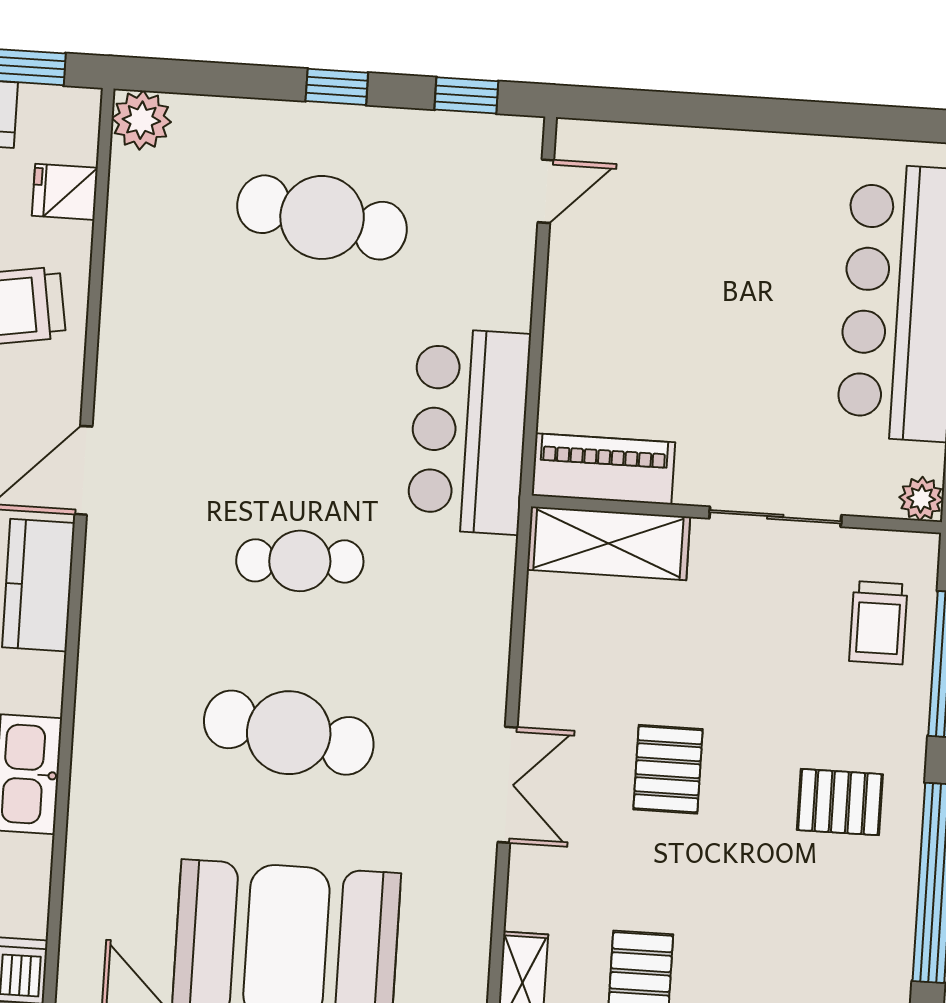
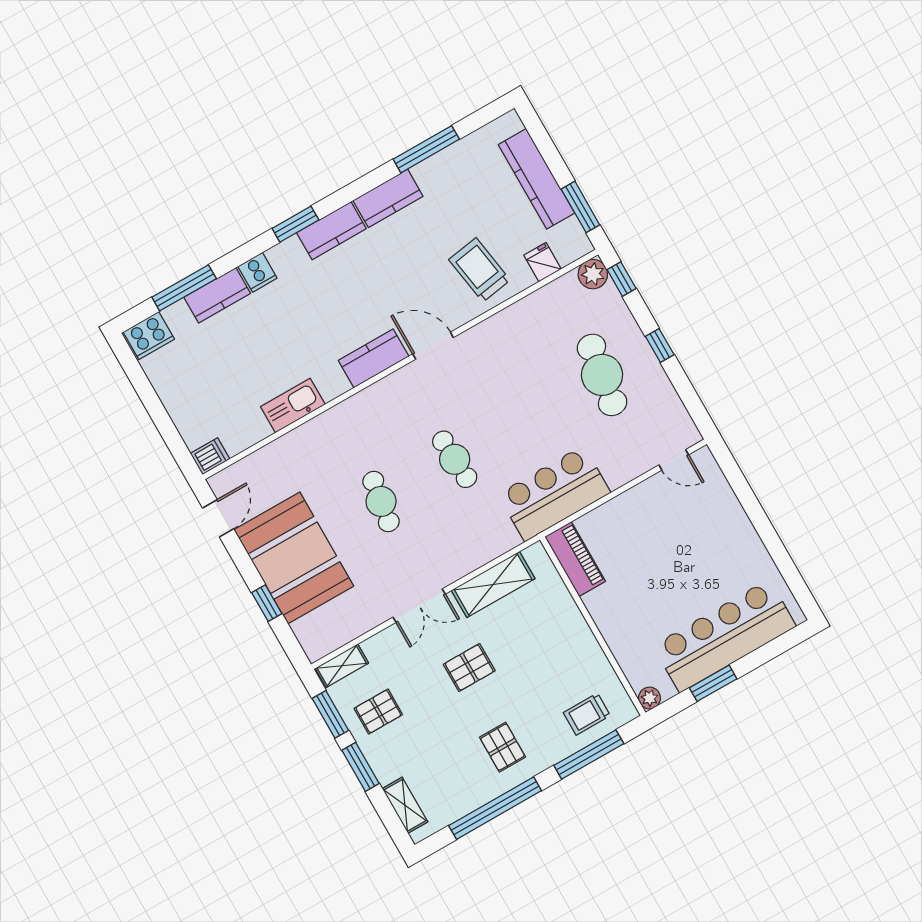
window: (466, 95) -> (622, 279), moved
sliding door: (775, 517) -> (602, 643), removed
shelving: (608, 543) -> (493, 585), moved, turned 90
cafe table: (289, 733) -> (381, 501), width x0.73, depth x0.74

